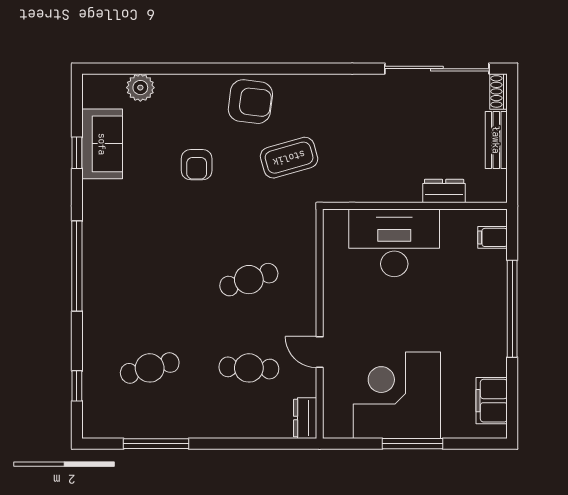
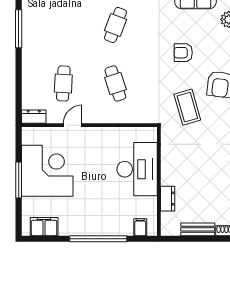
cafe table: (150, 368) -> (115, 25), moved, turned 36

